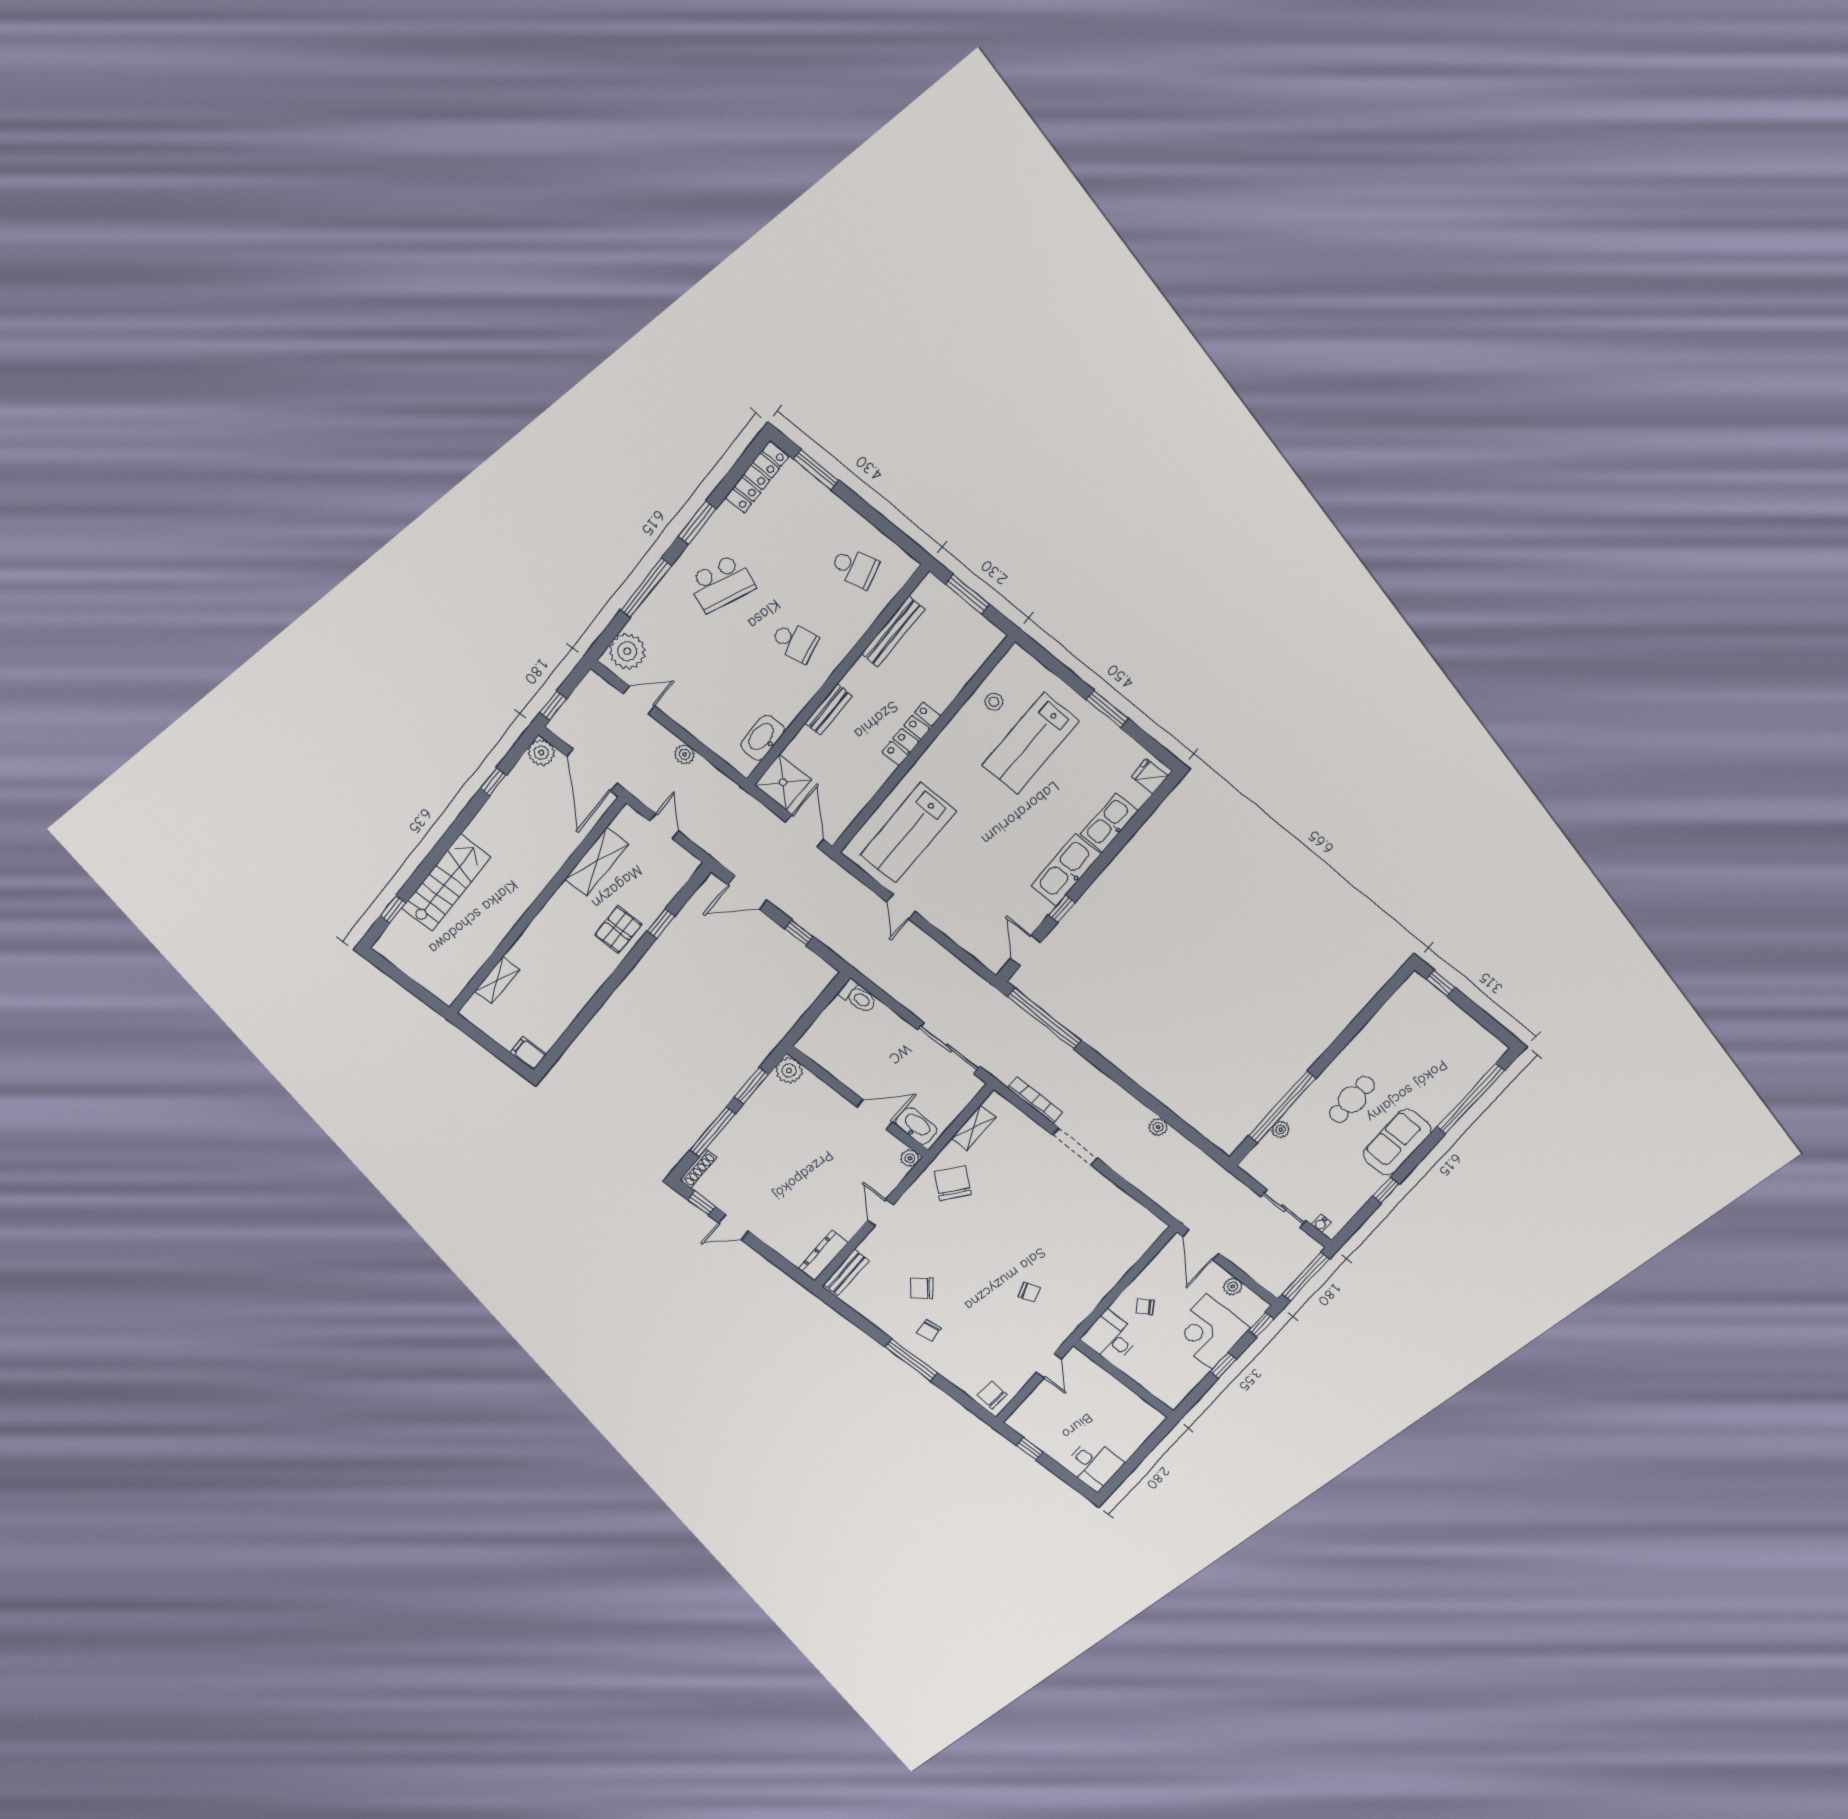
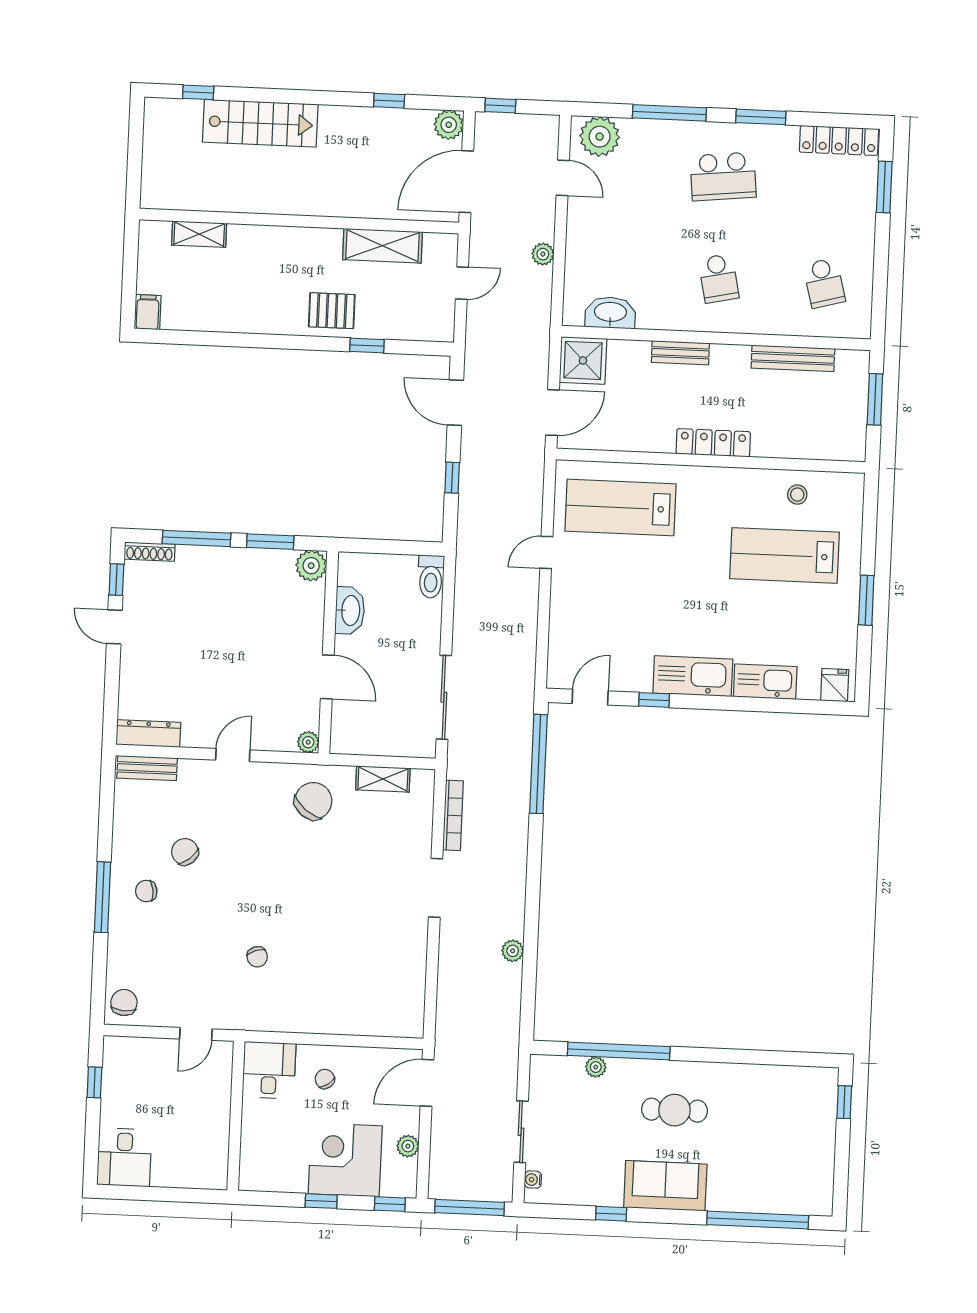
school desk: (722, 583) -> (723, 176), turned -30
washbasin: (916, 1126) -> (350, 610), moved

